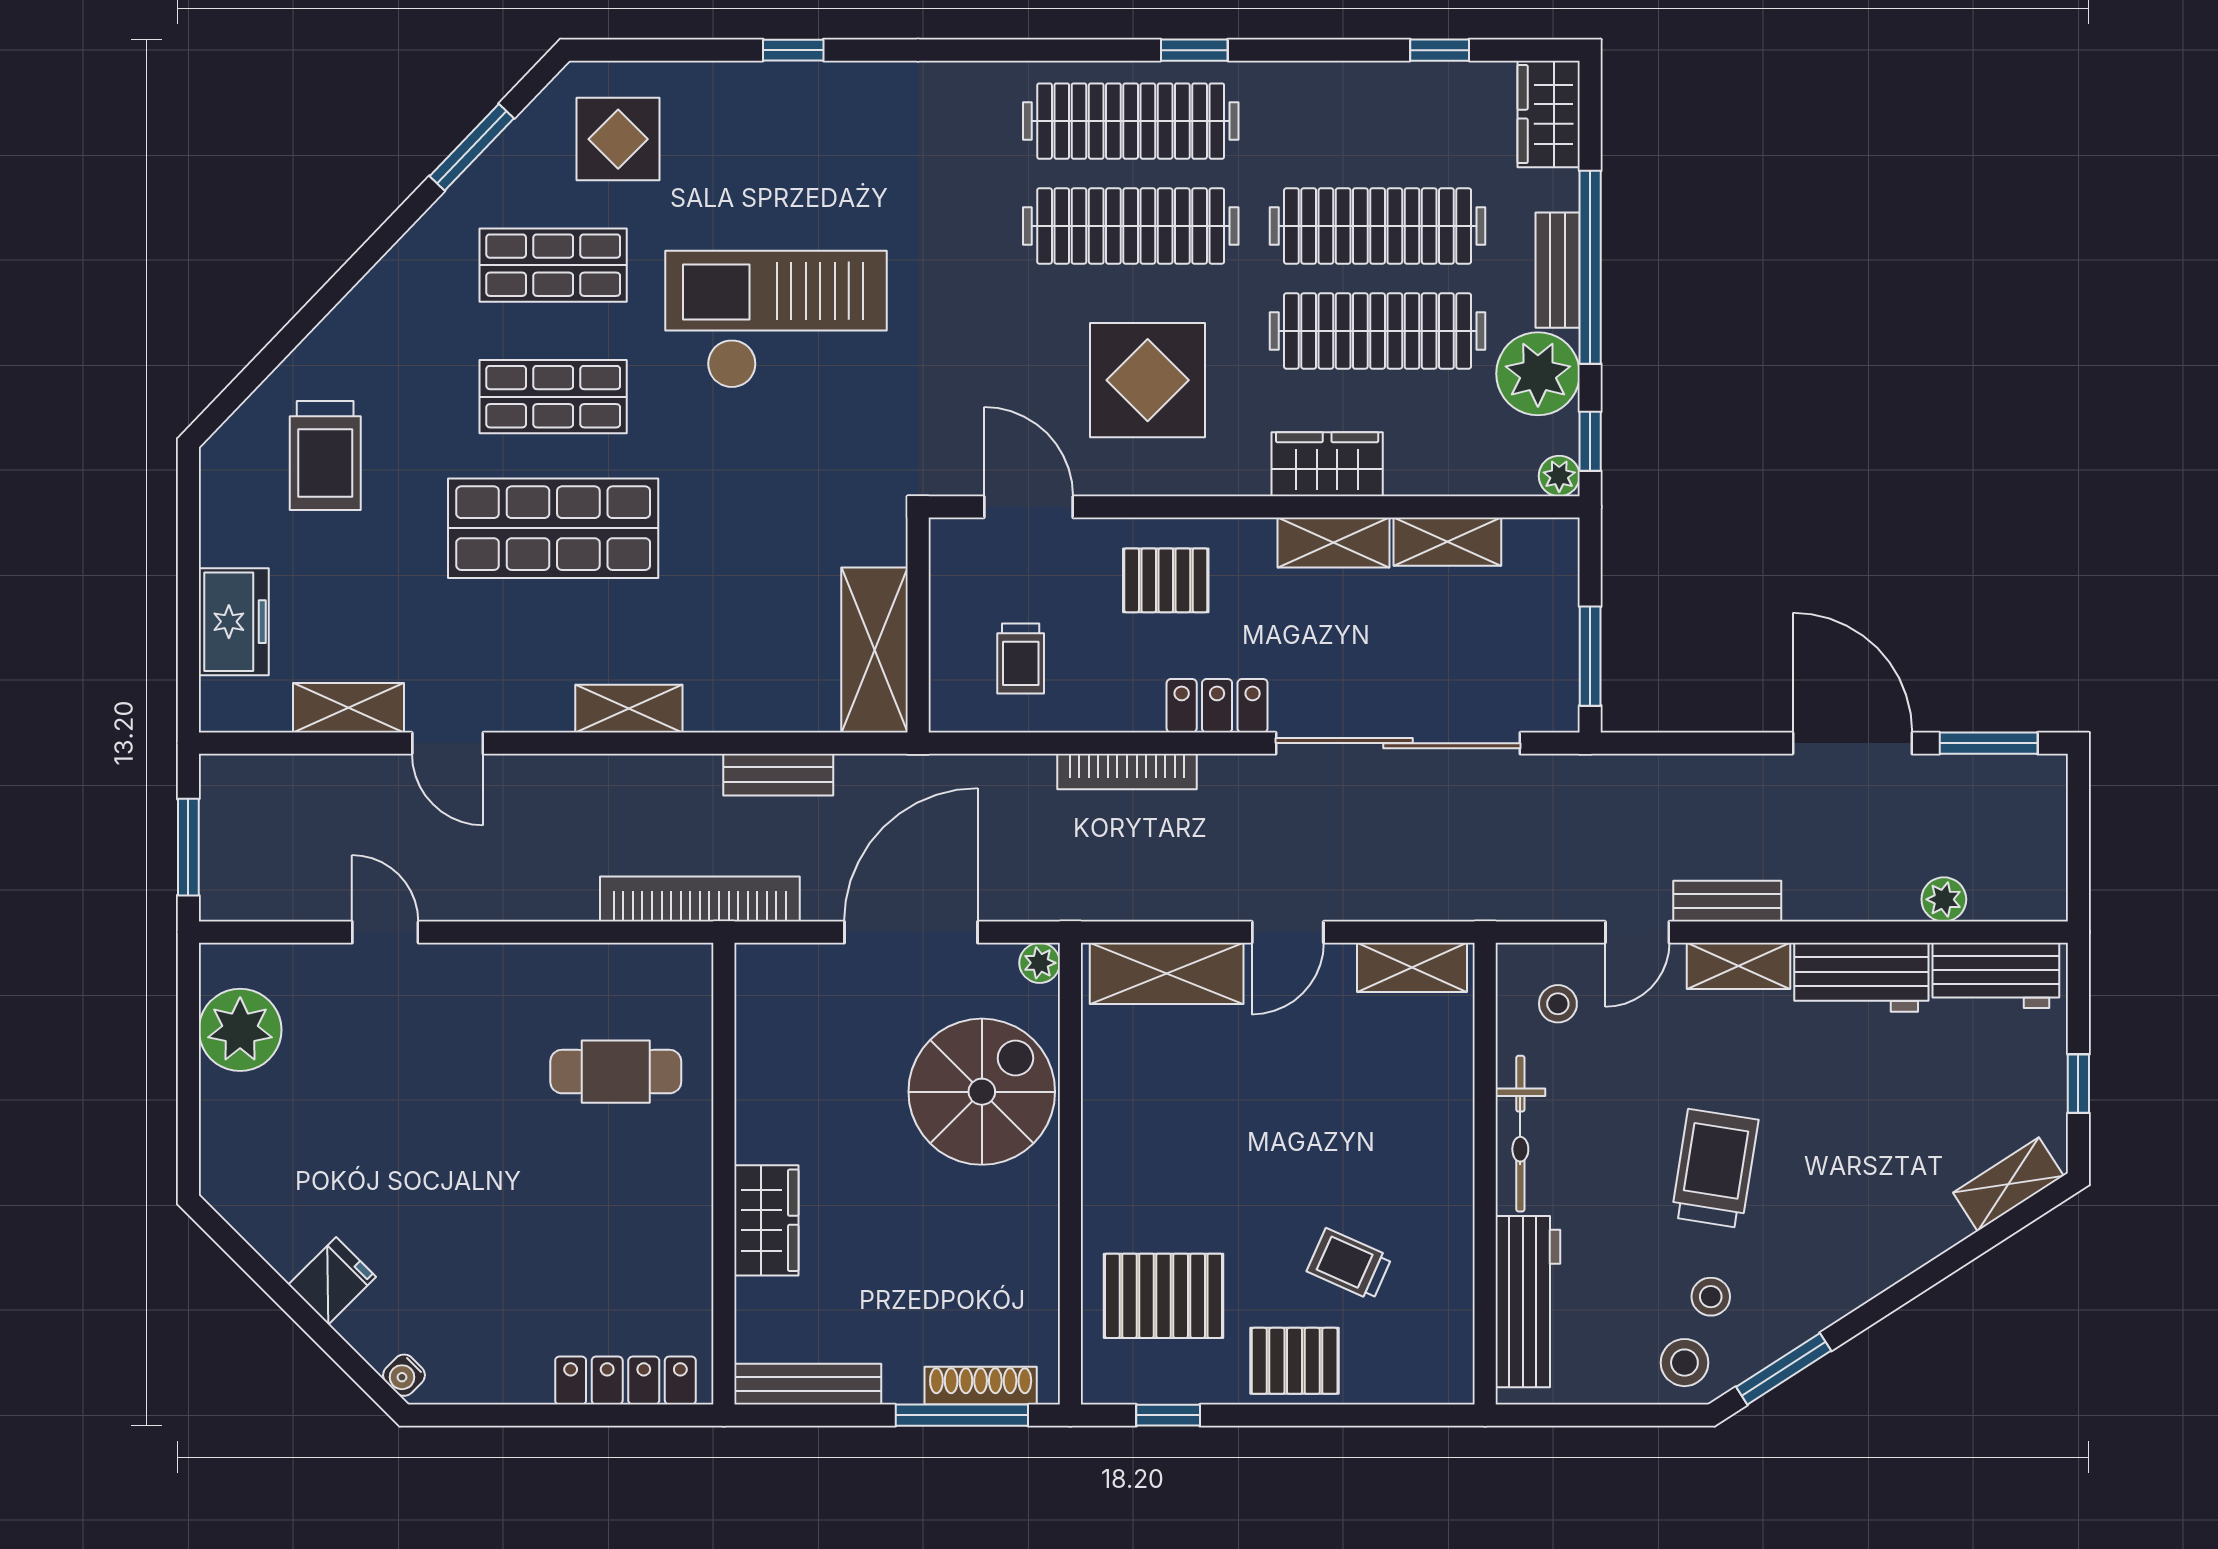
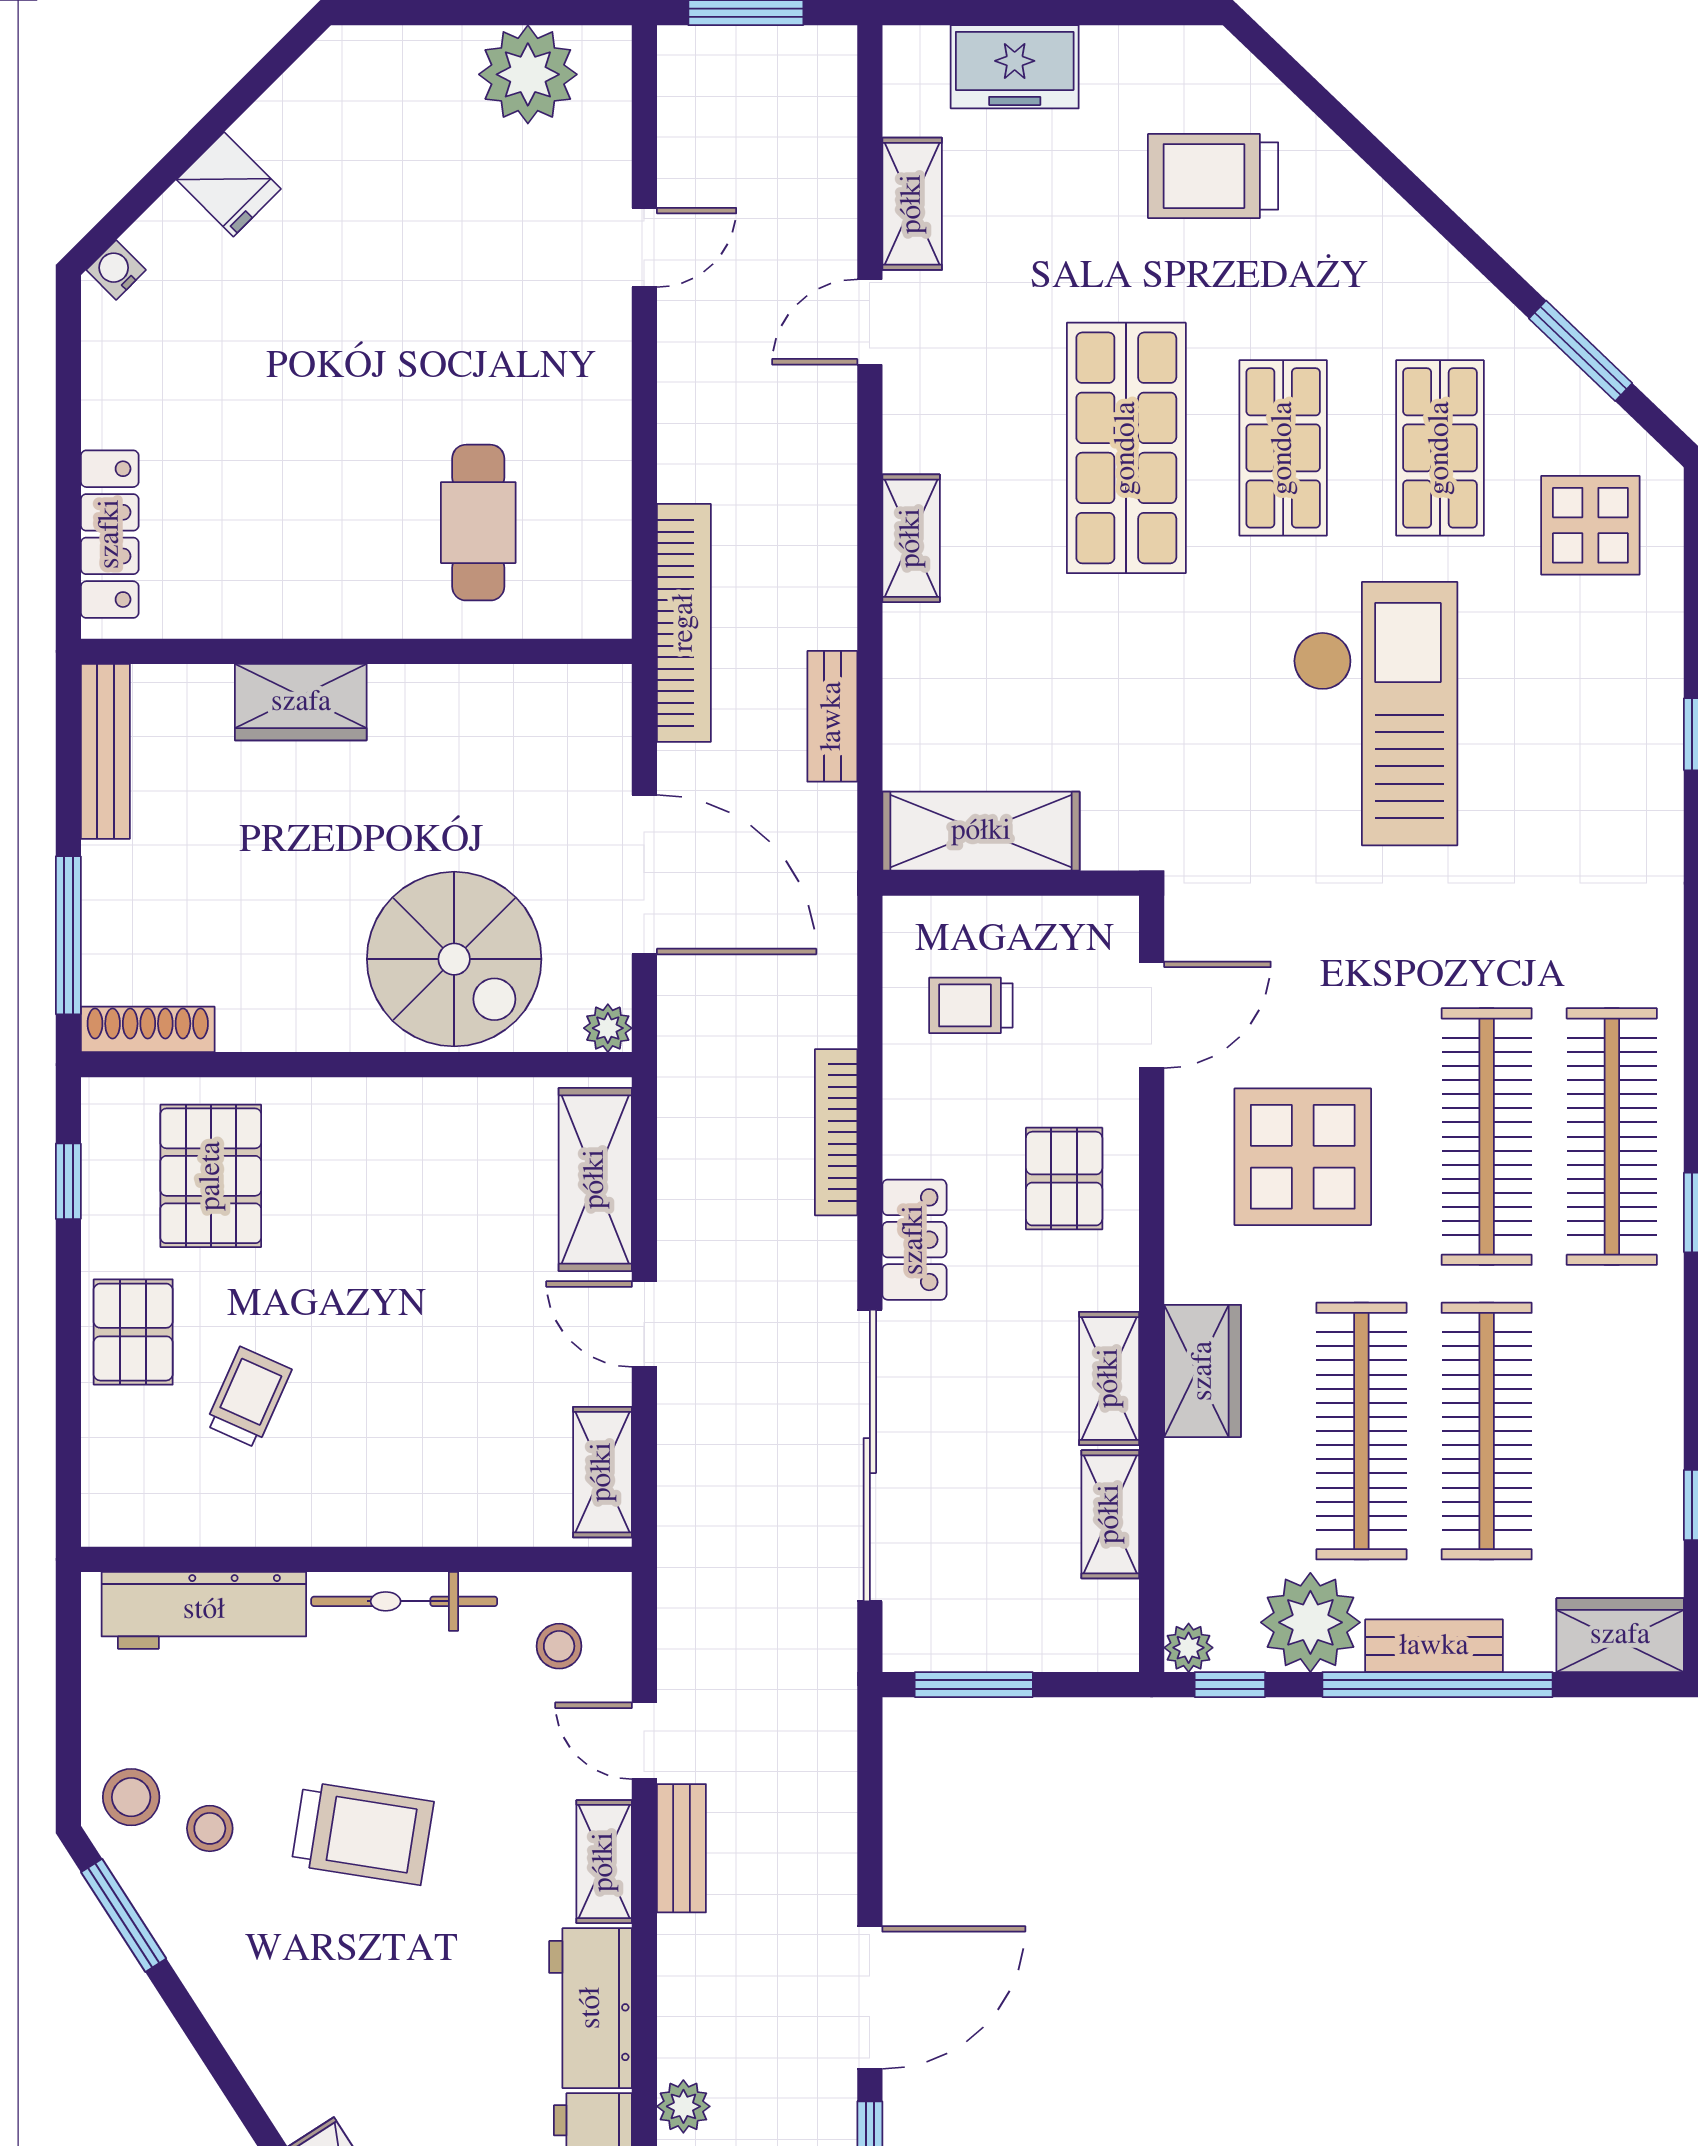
shoe rack: (981, 1386) -> (148, 1029), moved, turned -90

